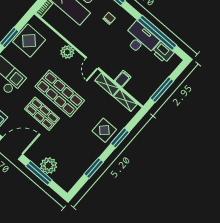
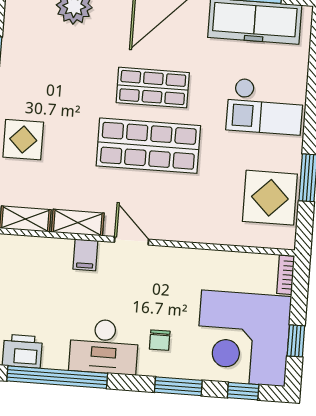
desk: (141, 39) -> (104, 347), moved
plant: (67, 52) -> (189, 228), removed
filing cabinet: (123, 79) -> (85, 255), moved

